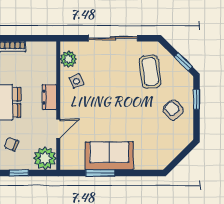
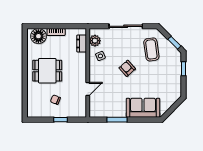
dresser: (49, 97) -> (82, 44), moved
armchair: (173, 110) -> (127, 68), moved
sofa: (109, 156) -> (143, 108), moved
plant: (45, 158) -> (79, 109), removed

